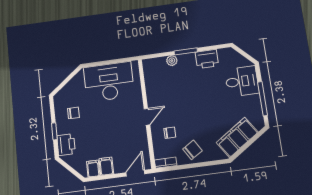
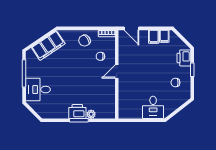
printer: (207, 59) -> (77, 112), moved
desk: (109, 82) -> (153, 107), width x0.53, depth x0.77
door: (135, 173) -> (131, 28), hinge flipped

